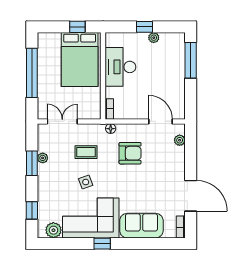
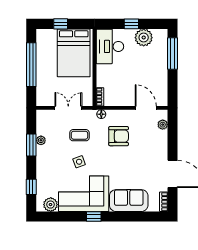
window: (77, 27) -> (61, 24), moved
plant: (154, 38) -> (144, 38), width x1.88, depth x1.88
desk: (120, 67) -> (110, 46), moved
double door: (62, 121) -> (68, 108), moved

